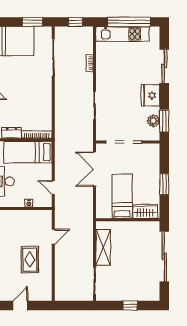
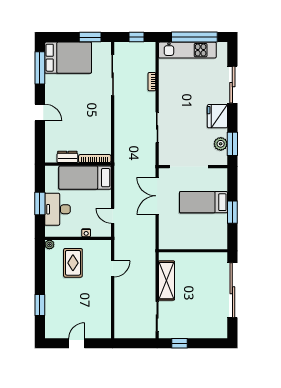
bed: (122, 196) -> (203, 202), moved, turned -90
wardrobe: (145, 211) -> (212, 242), removed
rug: (30, 260) -> (73, 263), moved
window: (130, 306) -> (180, 343), moved

